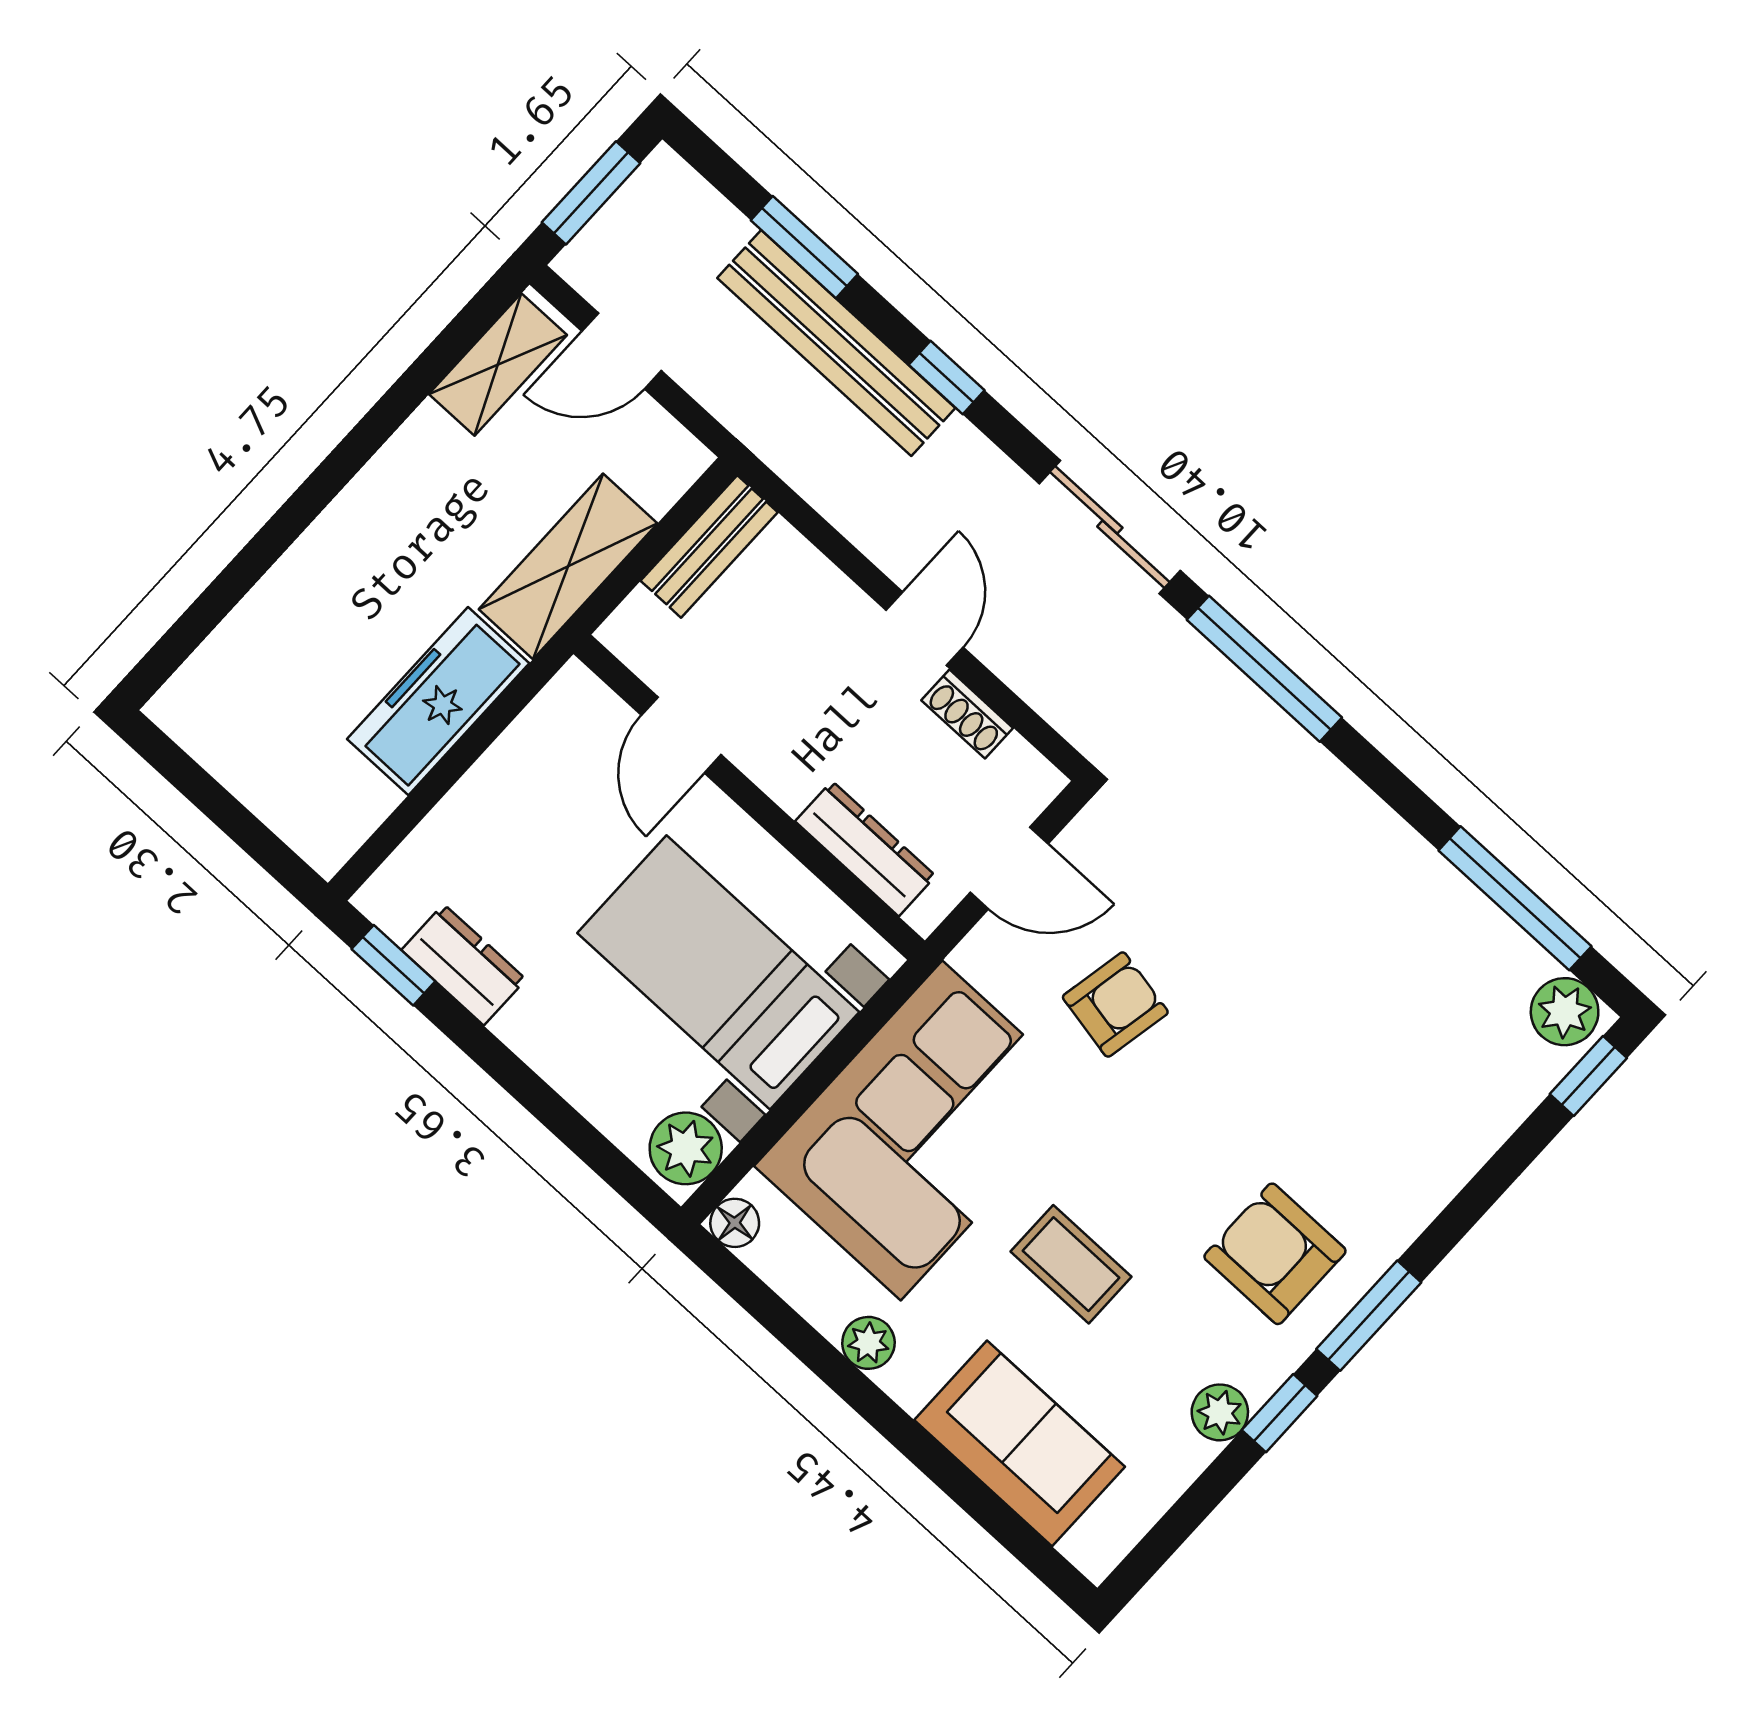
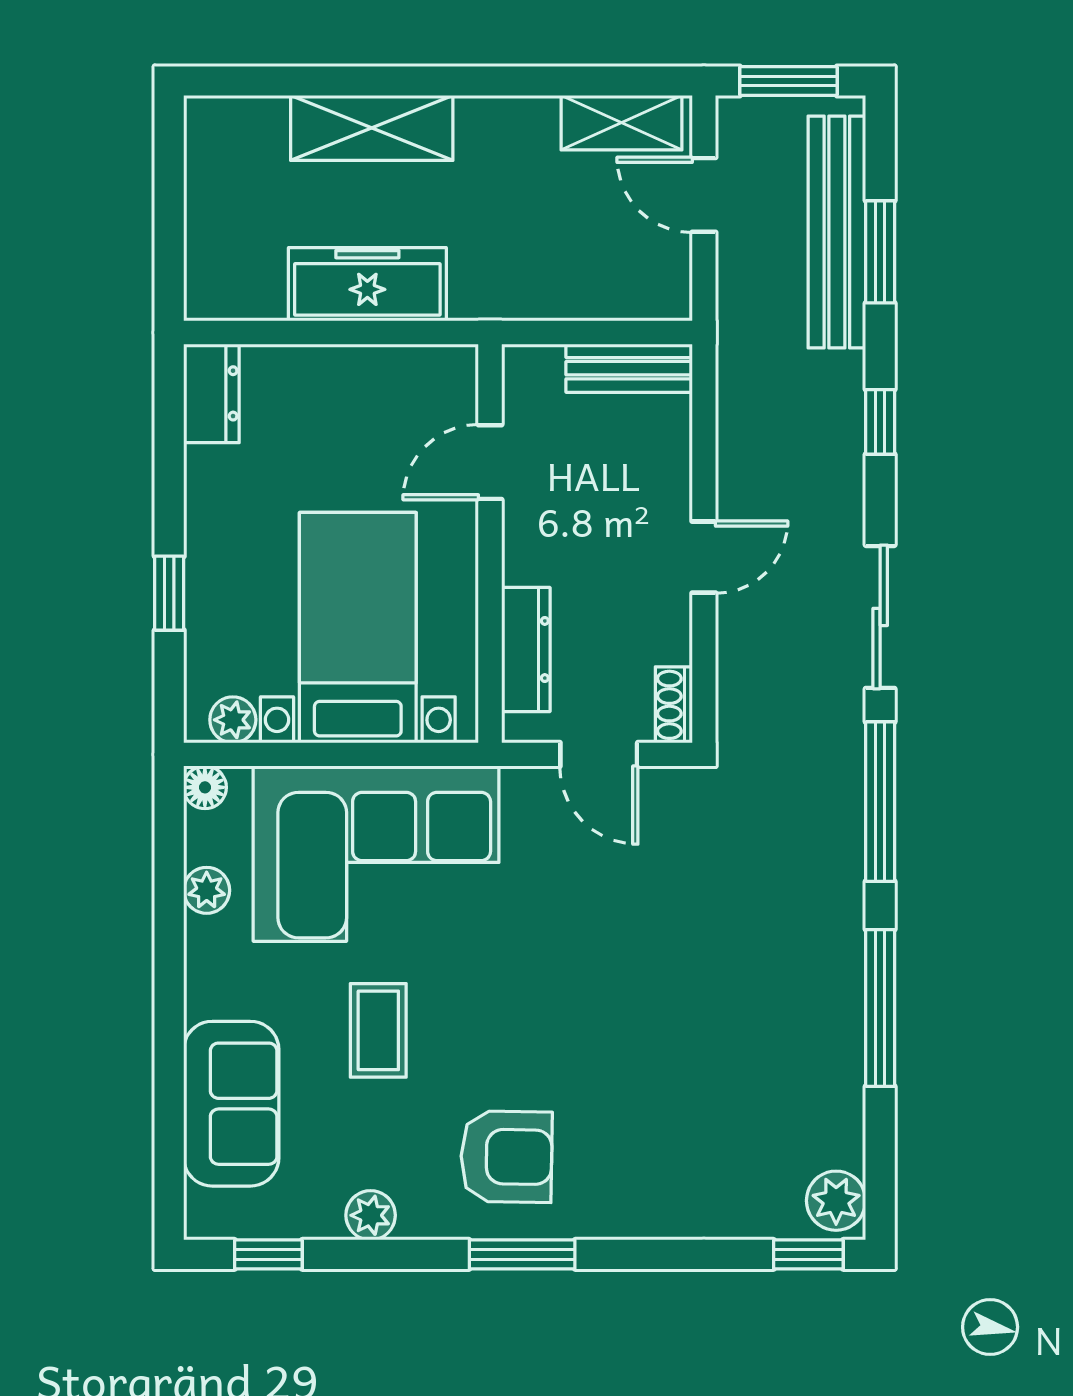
bench: (836, 343) -> (837, 232), moved
shelving: (568, 566) -> (372, 128), moved
shoe rack: (967, 714) -> (674, 705), moved
window: (1515, 898) -> (880, 1008), moved
window: (393, 965) -> (169, 593), moved
dresser: (464, 965) -> (211, 393), moved
armchair: (1115, 1005) -> (573, 905), removed
plant: (686, 1148) -> (233, 720), width x0.73, depth x0.73
armchair: (1275, 1254) -> (506, 1157), turned 91
plant: (868, 1343) -> (207, 890), moved
window: (1280, 1413) -> (268, 1254), moved

